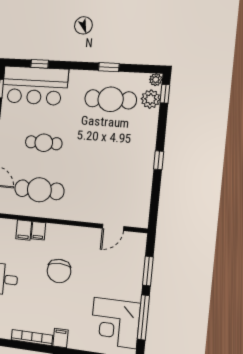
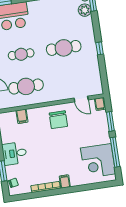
cafe table: (111, 99) -> (64, 48), moved
door: (113, 227) -> (81, 99), hinge flipped
filing cabinet: (38, 231) -> (100, 104), moved
chair: (59, 271) -> (58, 120), moved

